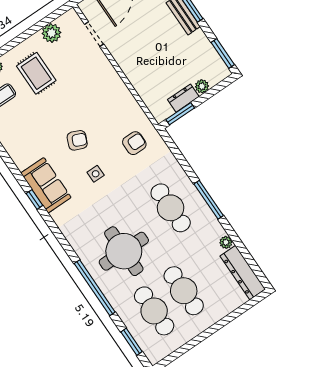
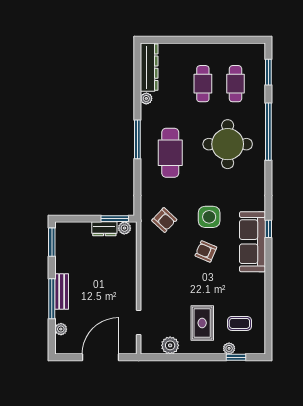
plant: (202, 86) -> (124, 228), moved
armchair: (134, 143) -> (164, 220), turned -137
side table: (96, 174) -> (209, 217), width x1.87, depth x1.87
sofa: (46, 185) -> (252, 242), width x1.36
cafe table: (184, 291) -> (203, 84), width x0.73, depth x0.74
cafe table: (154, 311) -> (235, 84), width x0.73, depth x0.74

